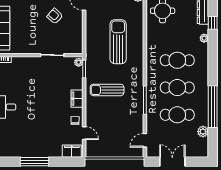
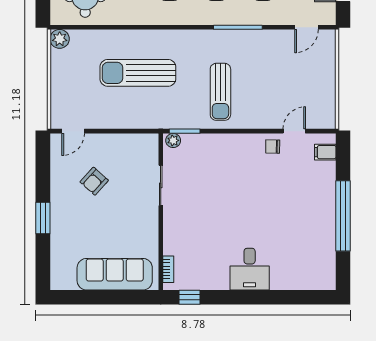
filing cabinet: (77, 99) -> (235, 143), removed
door: (145, 140) -> (307, 27), hinge flipped
filing cabinet: (72, 151) -> (325, 152), width x0.50
window: (35, 162) -> (343, 216), width x1.46

